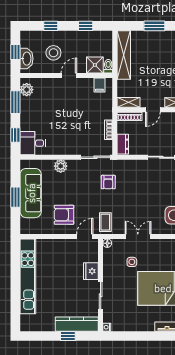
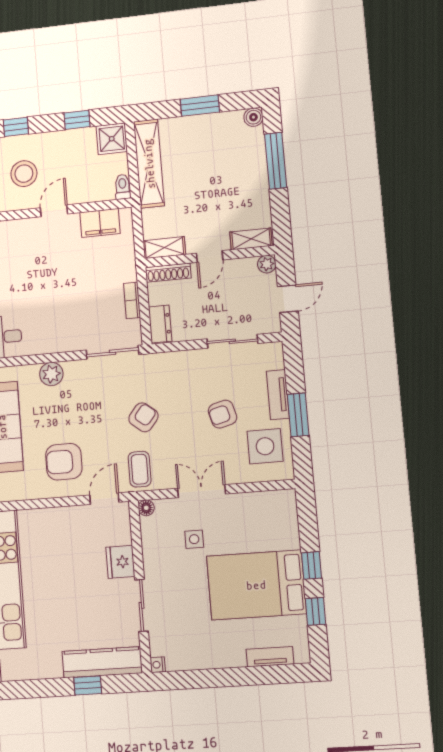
shower: (95, 65) -> (112, 139), moved
filing cabinet: (99, 85) -> (100, 223), width x2.00
armchair: (108, 182) -> (143, 417), moved, turned -141
armchair: (153, 196) -> (223, 414), added

